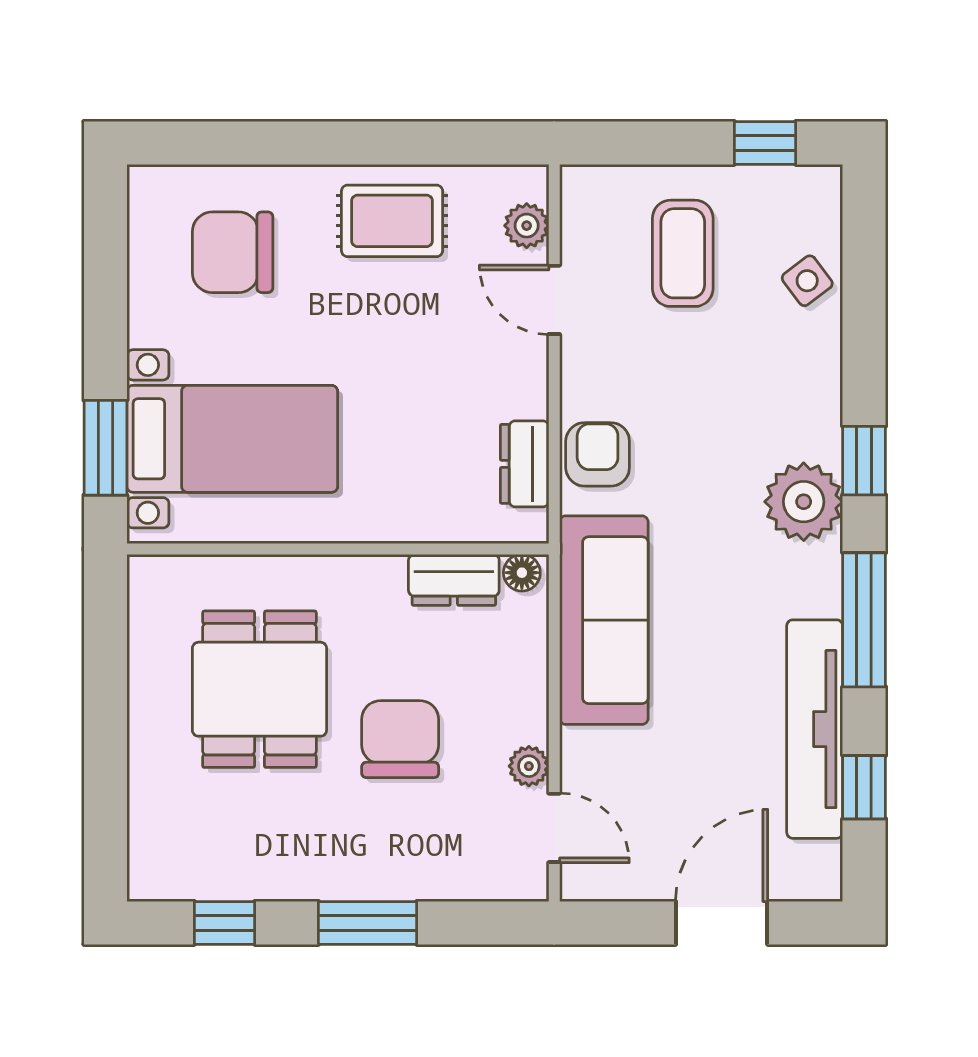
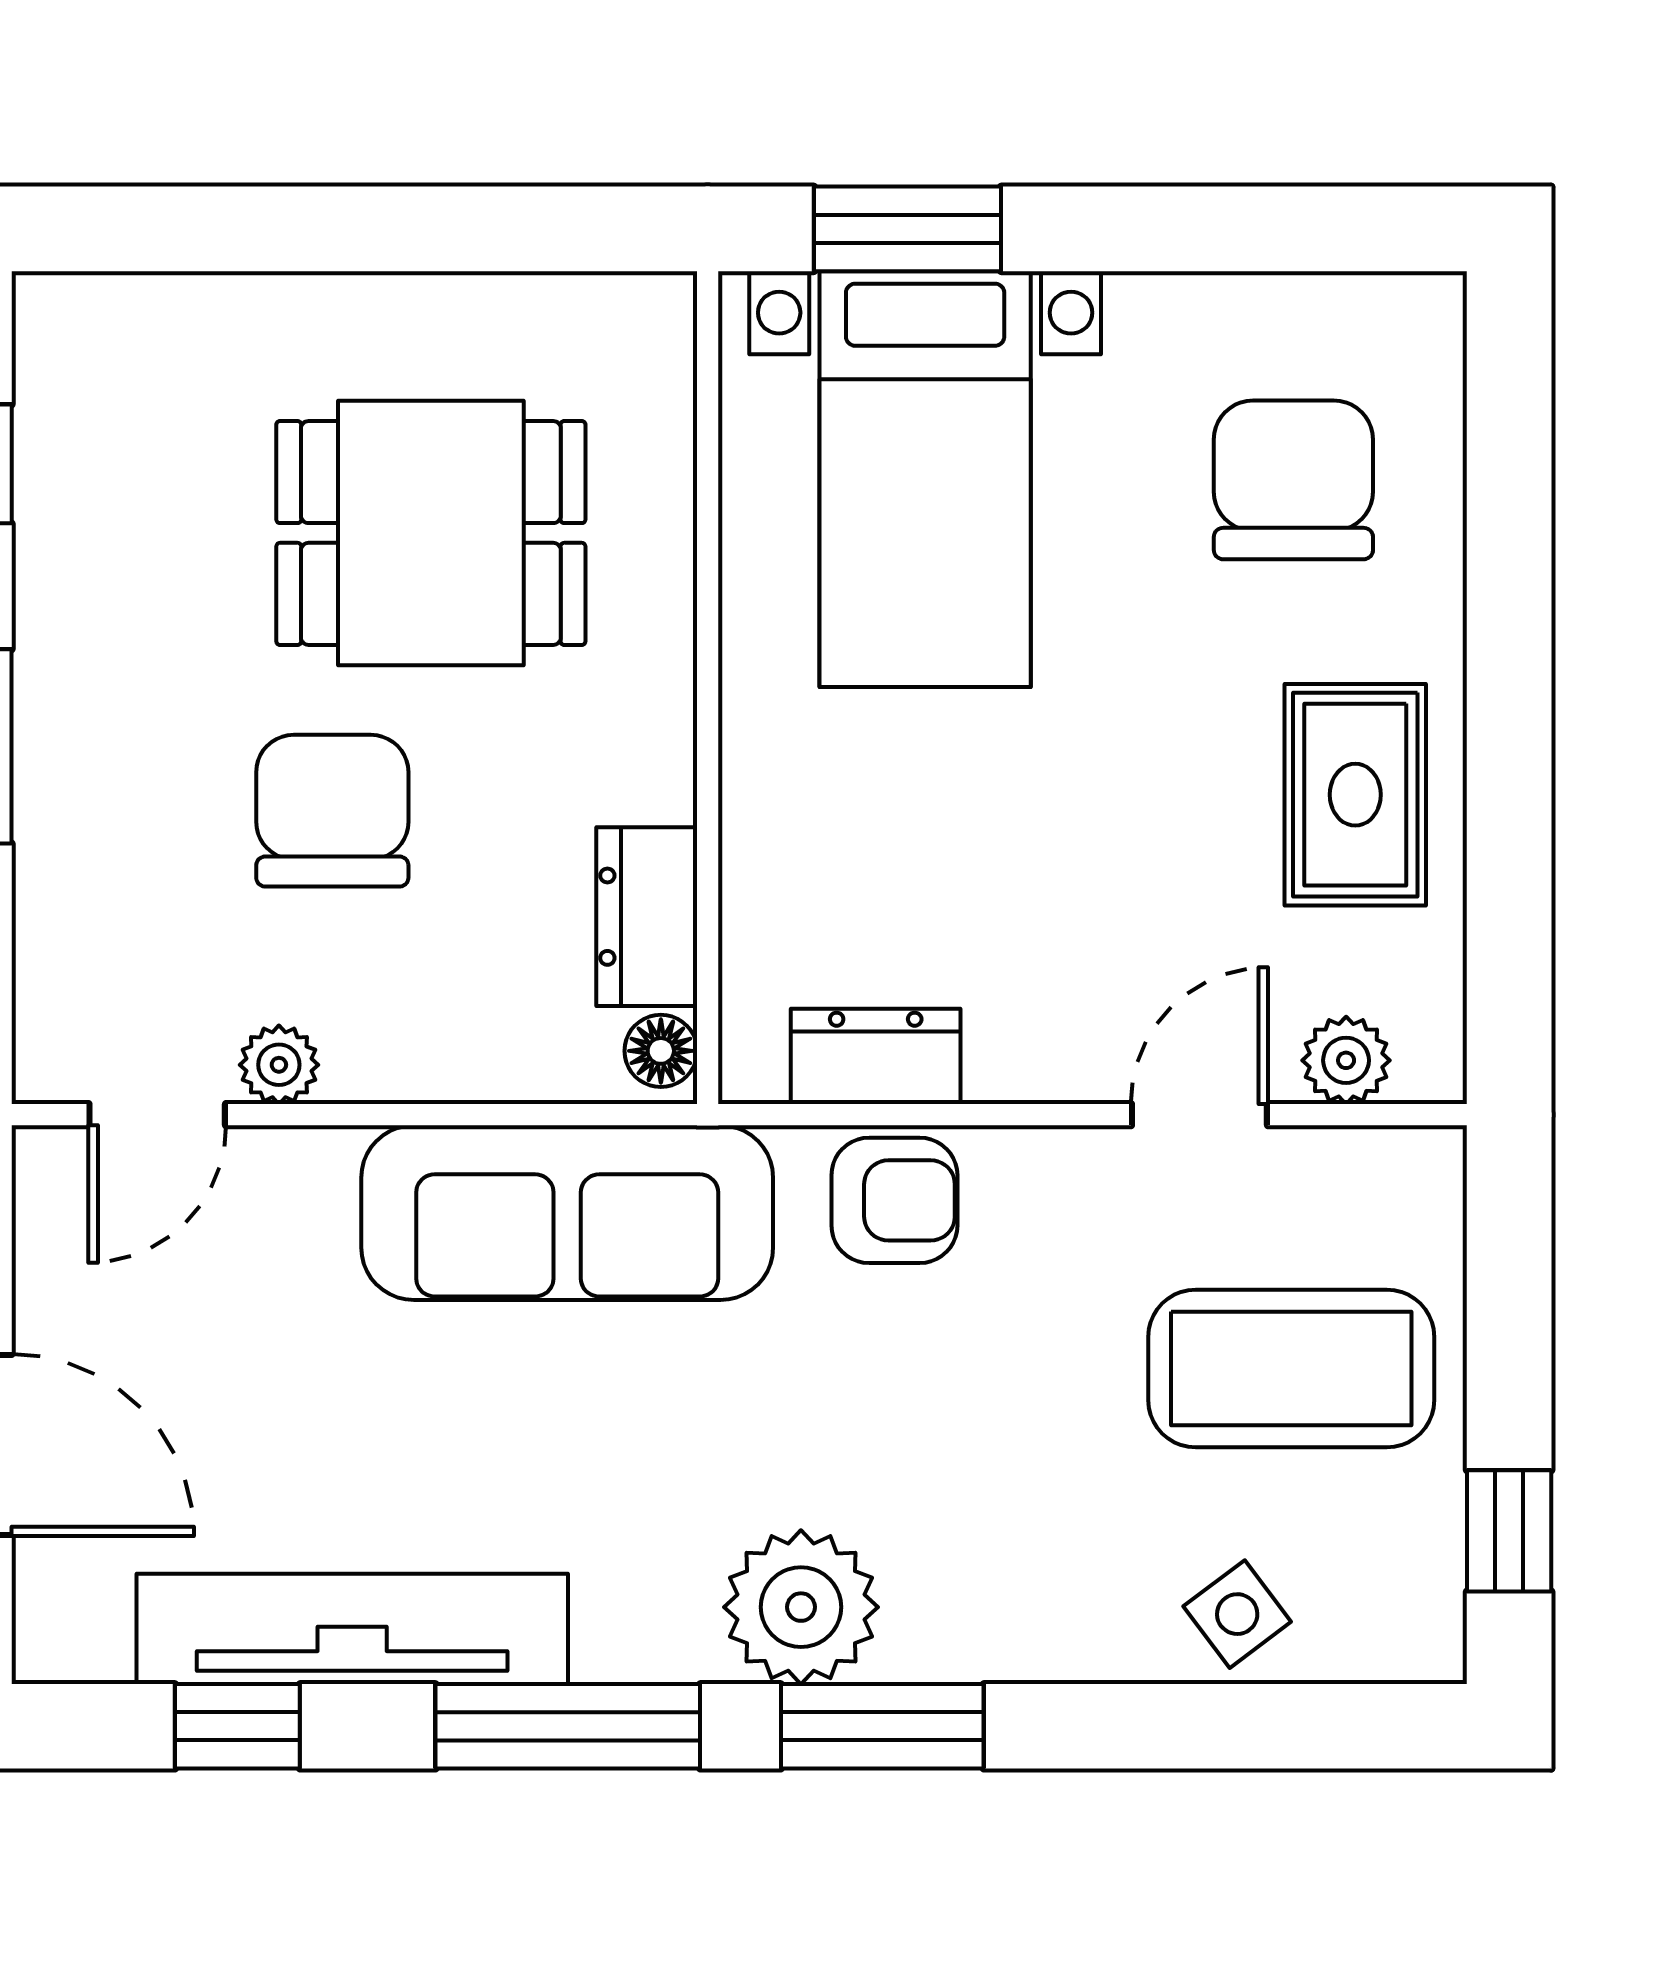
coffee table: (683, 253) -> (1291, 1368), width x1.36, depth x1.32
window: (864, 461) -> (882, 1726), width x1.50
chair: (400, 739) -> (332, 811), turned -90

